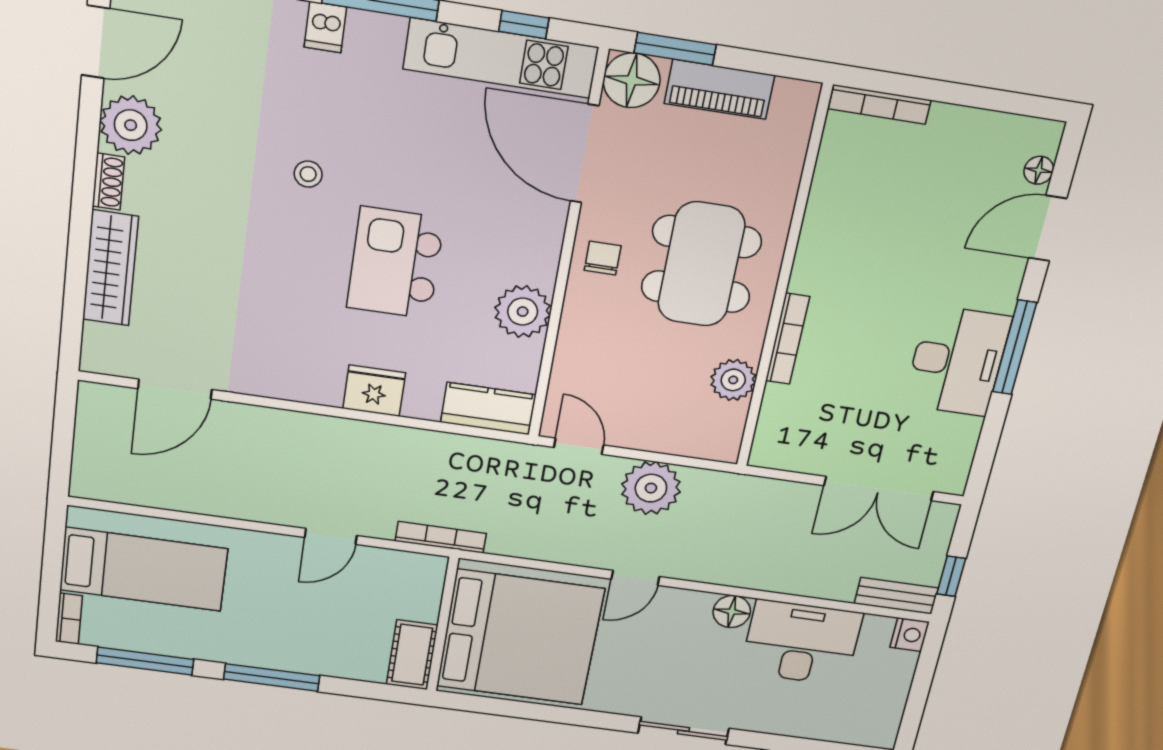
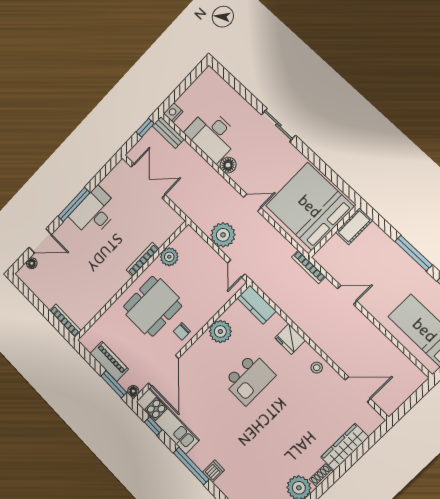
floor lamp: (632, 80) -> (133, 391), width x0.53, depth x0.53
stool: (308, 174) -> (317, 368), moved

